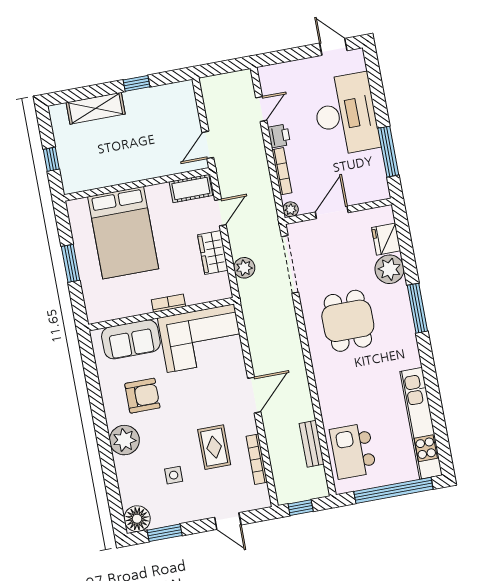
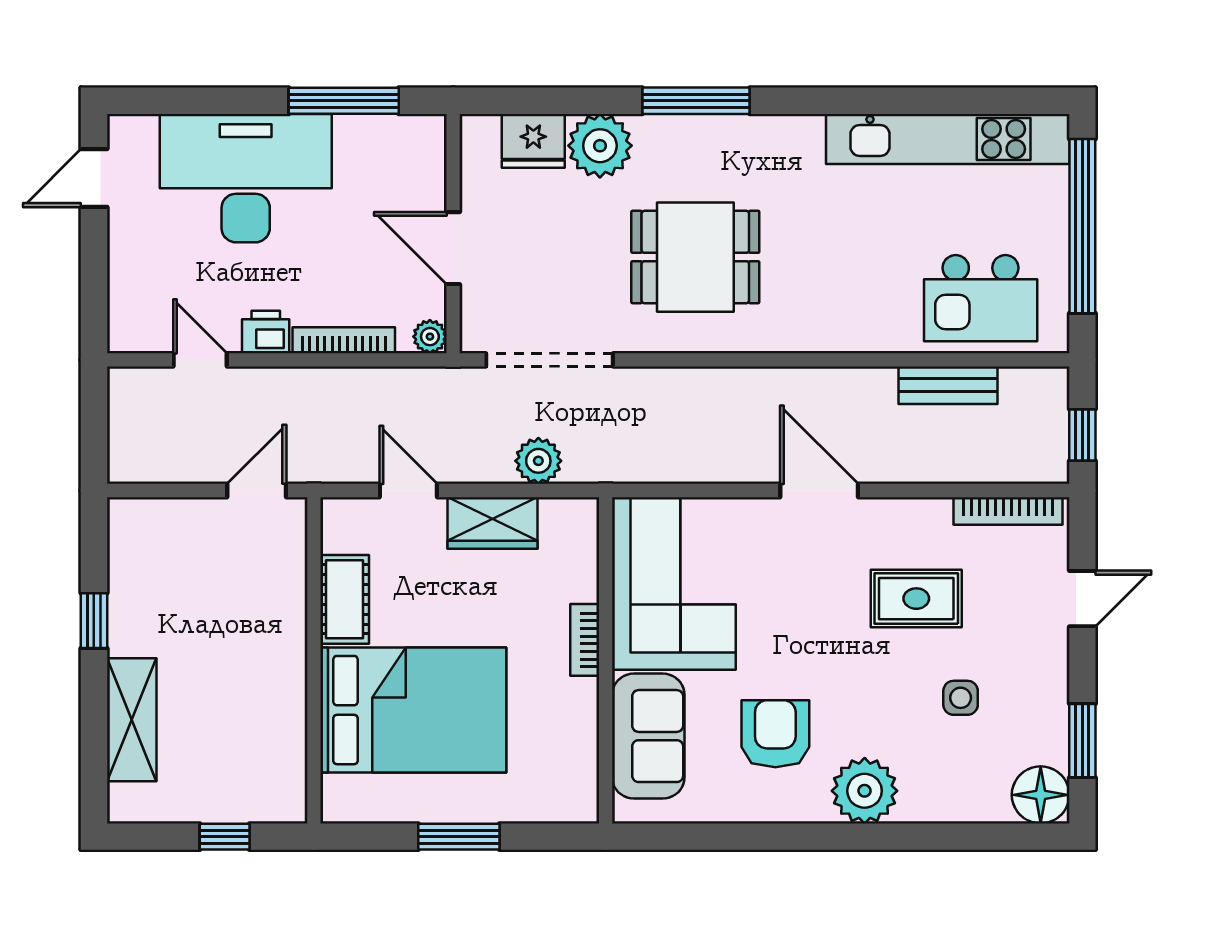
door: (208, 145) -> (257, 490), swing flipped
cot: (191, 189) -> (345, 599), moved
bookcase: (257, 459) -> (1008, 511), moved

